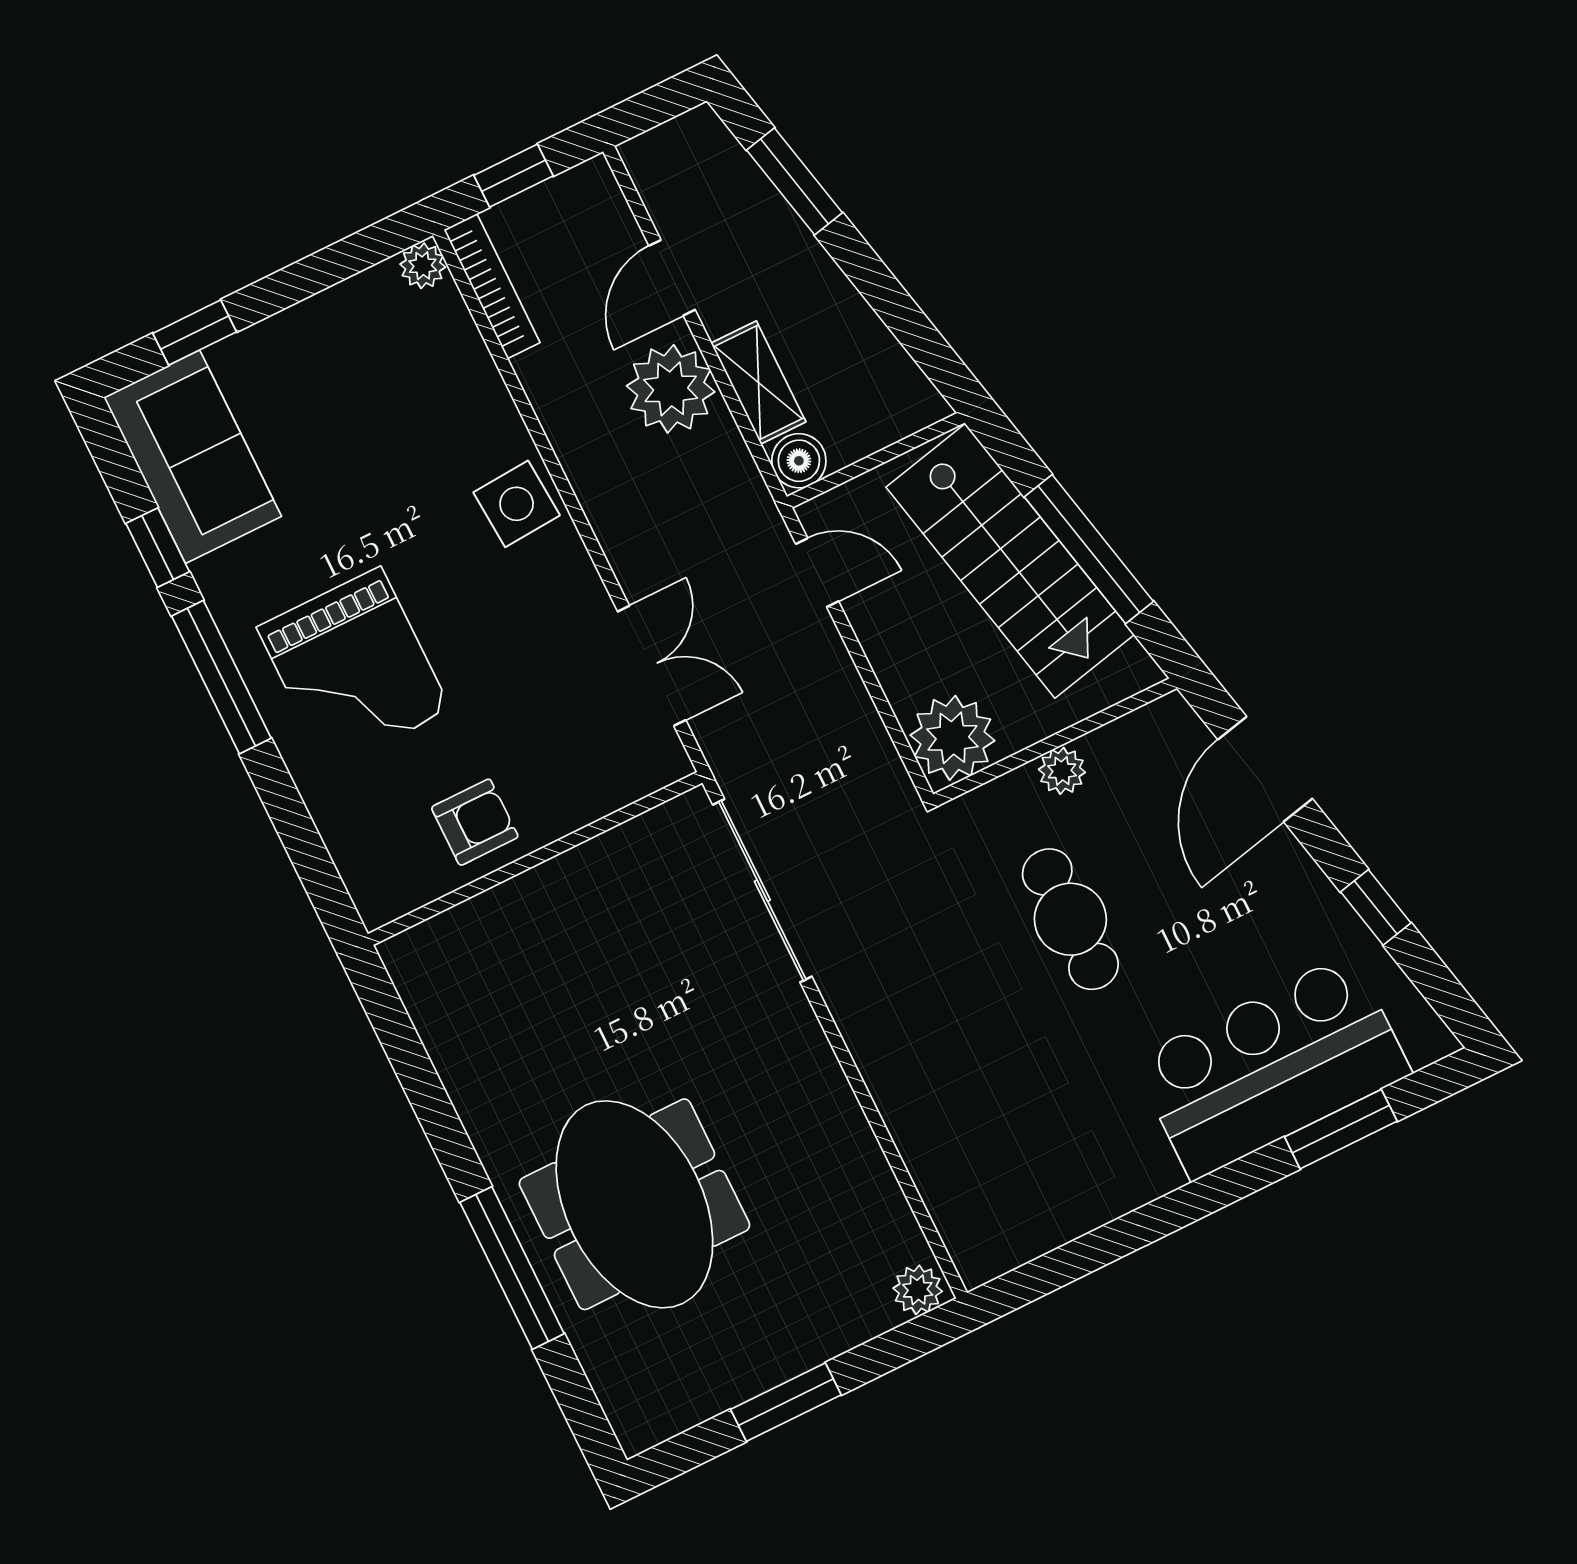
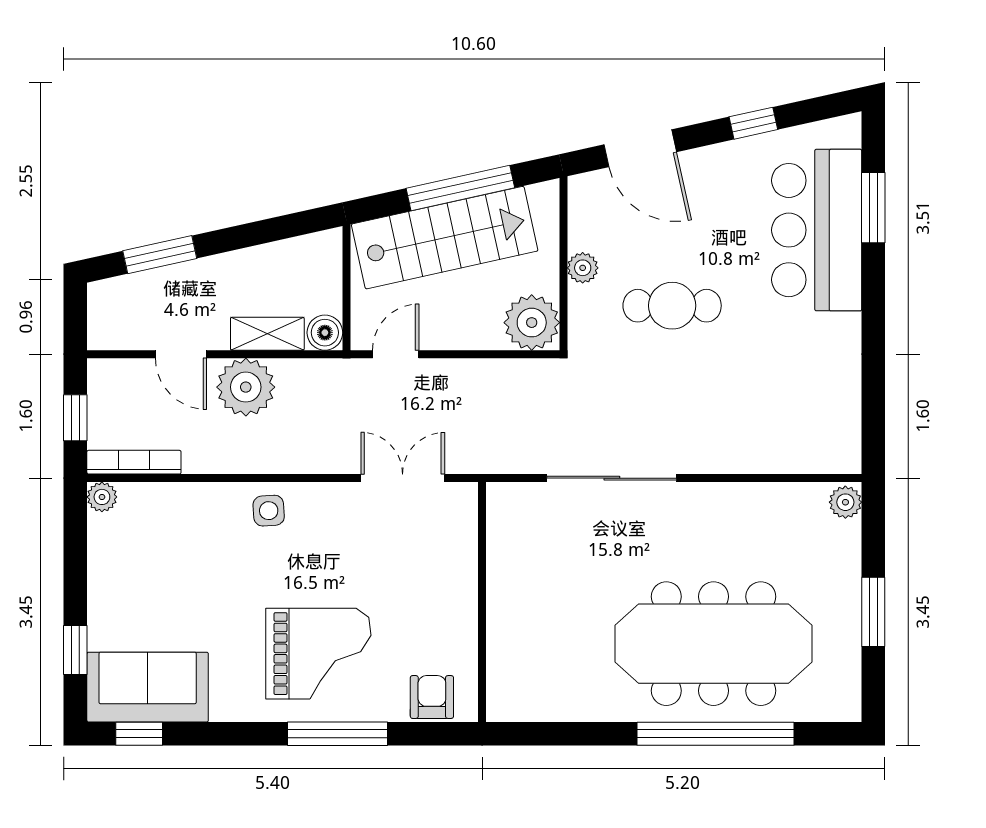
side table: (517, 504) -> (269, 511), width x0.73, depth x0.73
window: (158, 548) -> (139, 734), moved
window: (221, 677) -> (338, 734), moved
armchair: (475, 822) -> (432, 697), moved
sliding door: (762, 891) -> (612, 478), moved
meeting table: (634, 1204) -> (714, 644), width x1.36
window: (512, 1268) -> (716, 734), width x1.46

